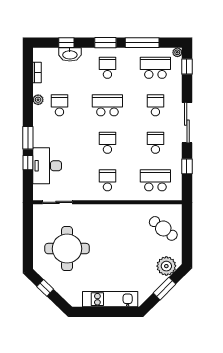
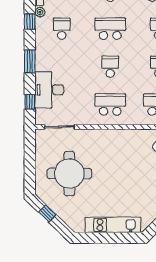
window: (28, 98) -> (30, 22), added
plant: (38, 100) -> (40, 12), moved
window: (28, 163) -> (30, 102), moved
school desk: (107, 180) -> (110, 105), width x1.85

